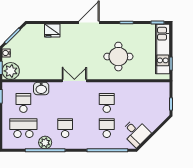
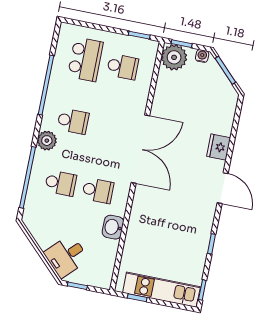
fridge: (52, 30) -> (219, 147), moved
round table: (118, 57) -> (163, 222), removed
double door: (74, 81) -> (140, 149), width x1.87
washbasin: (41, 89) -> (113, 227), moved
desk: (136, 133) -> (66, 256), moved
plant: (45, 143) -> (47, 141), moved

